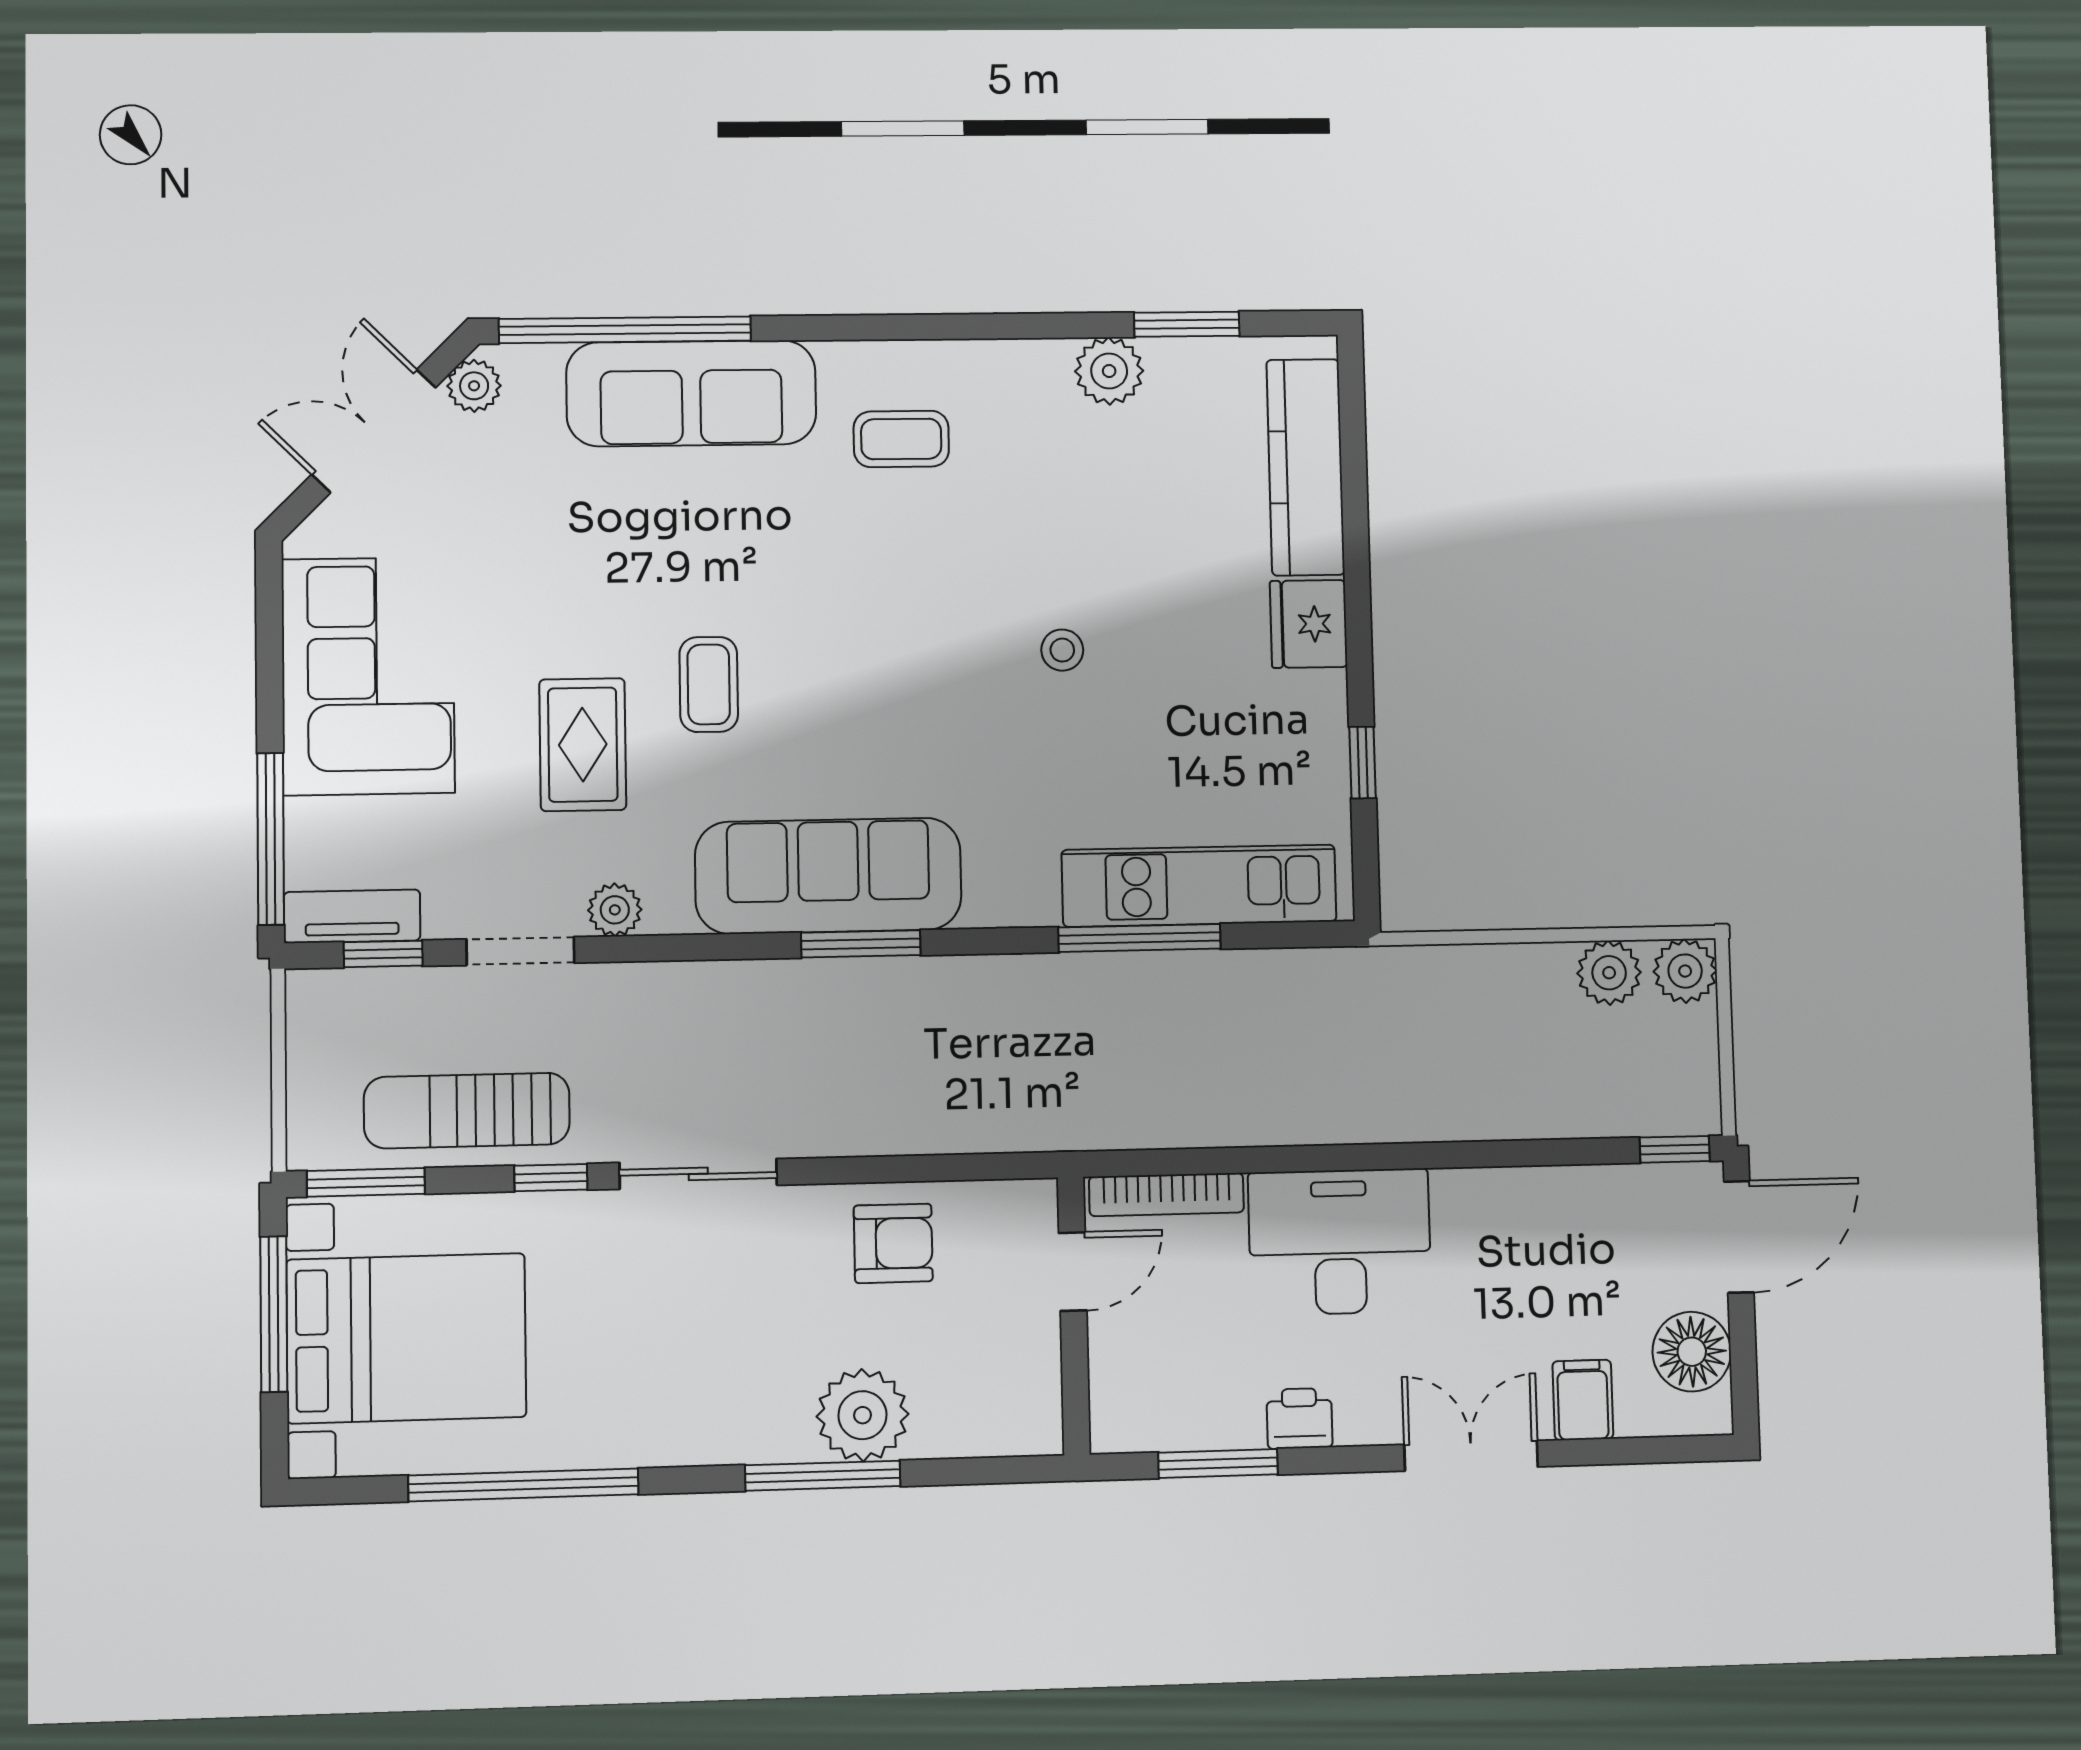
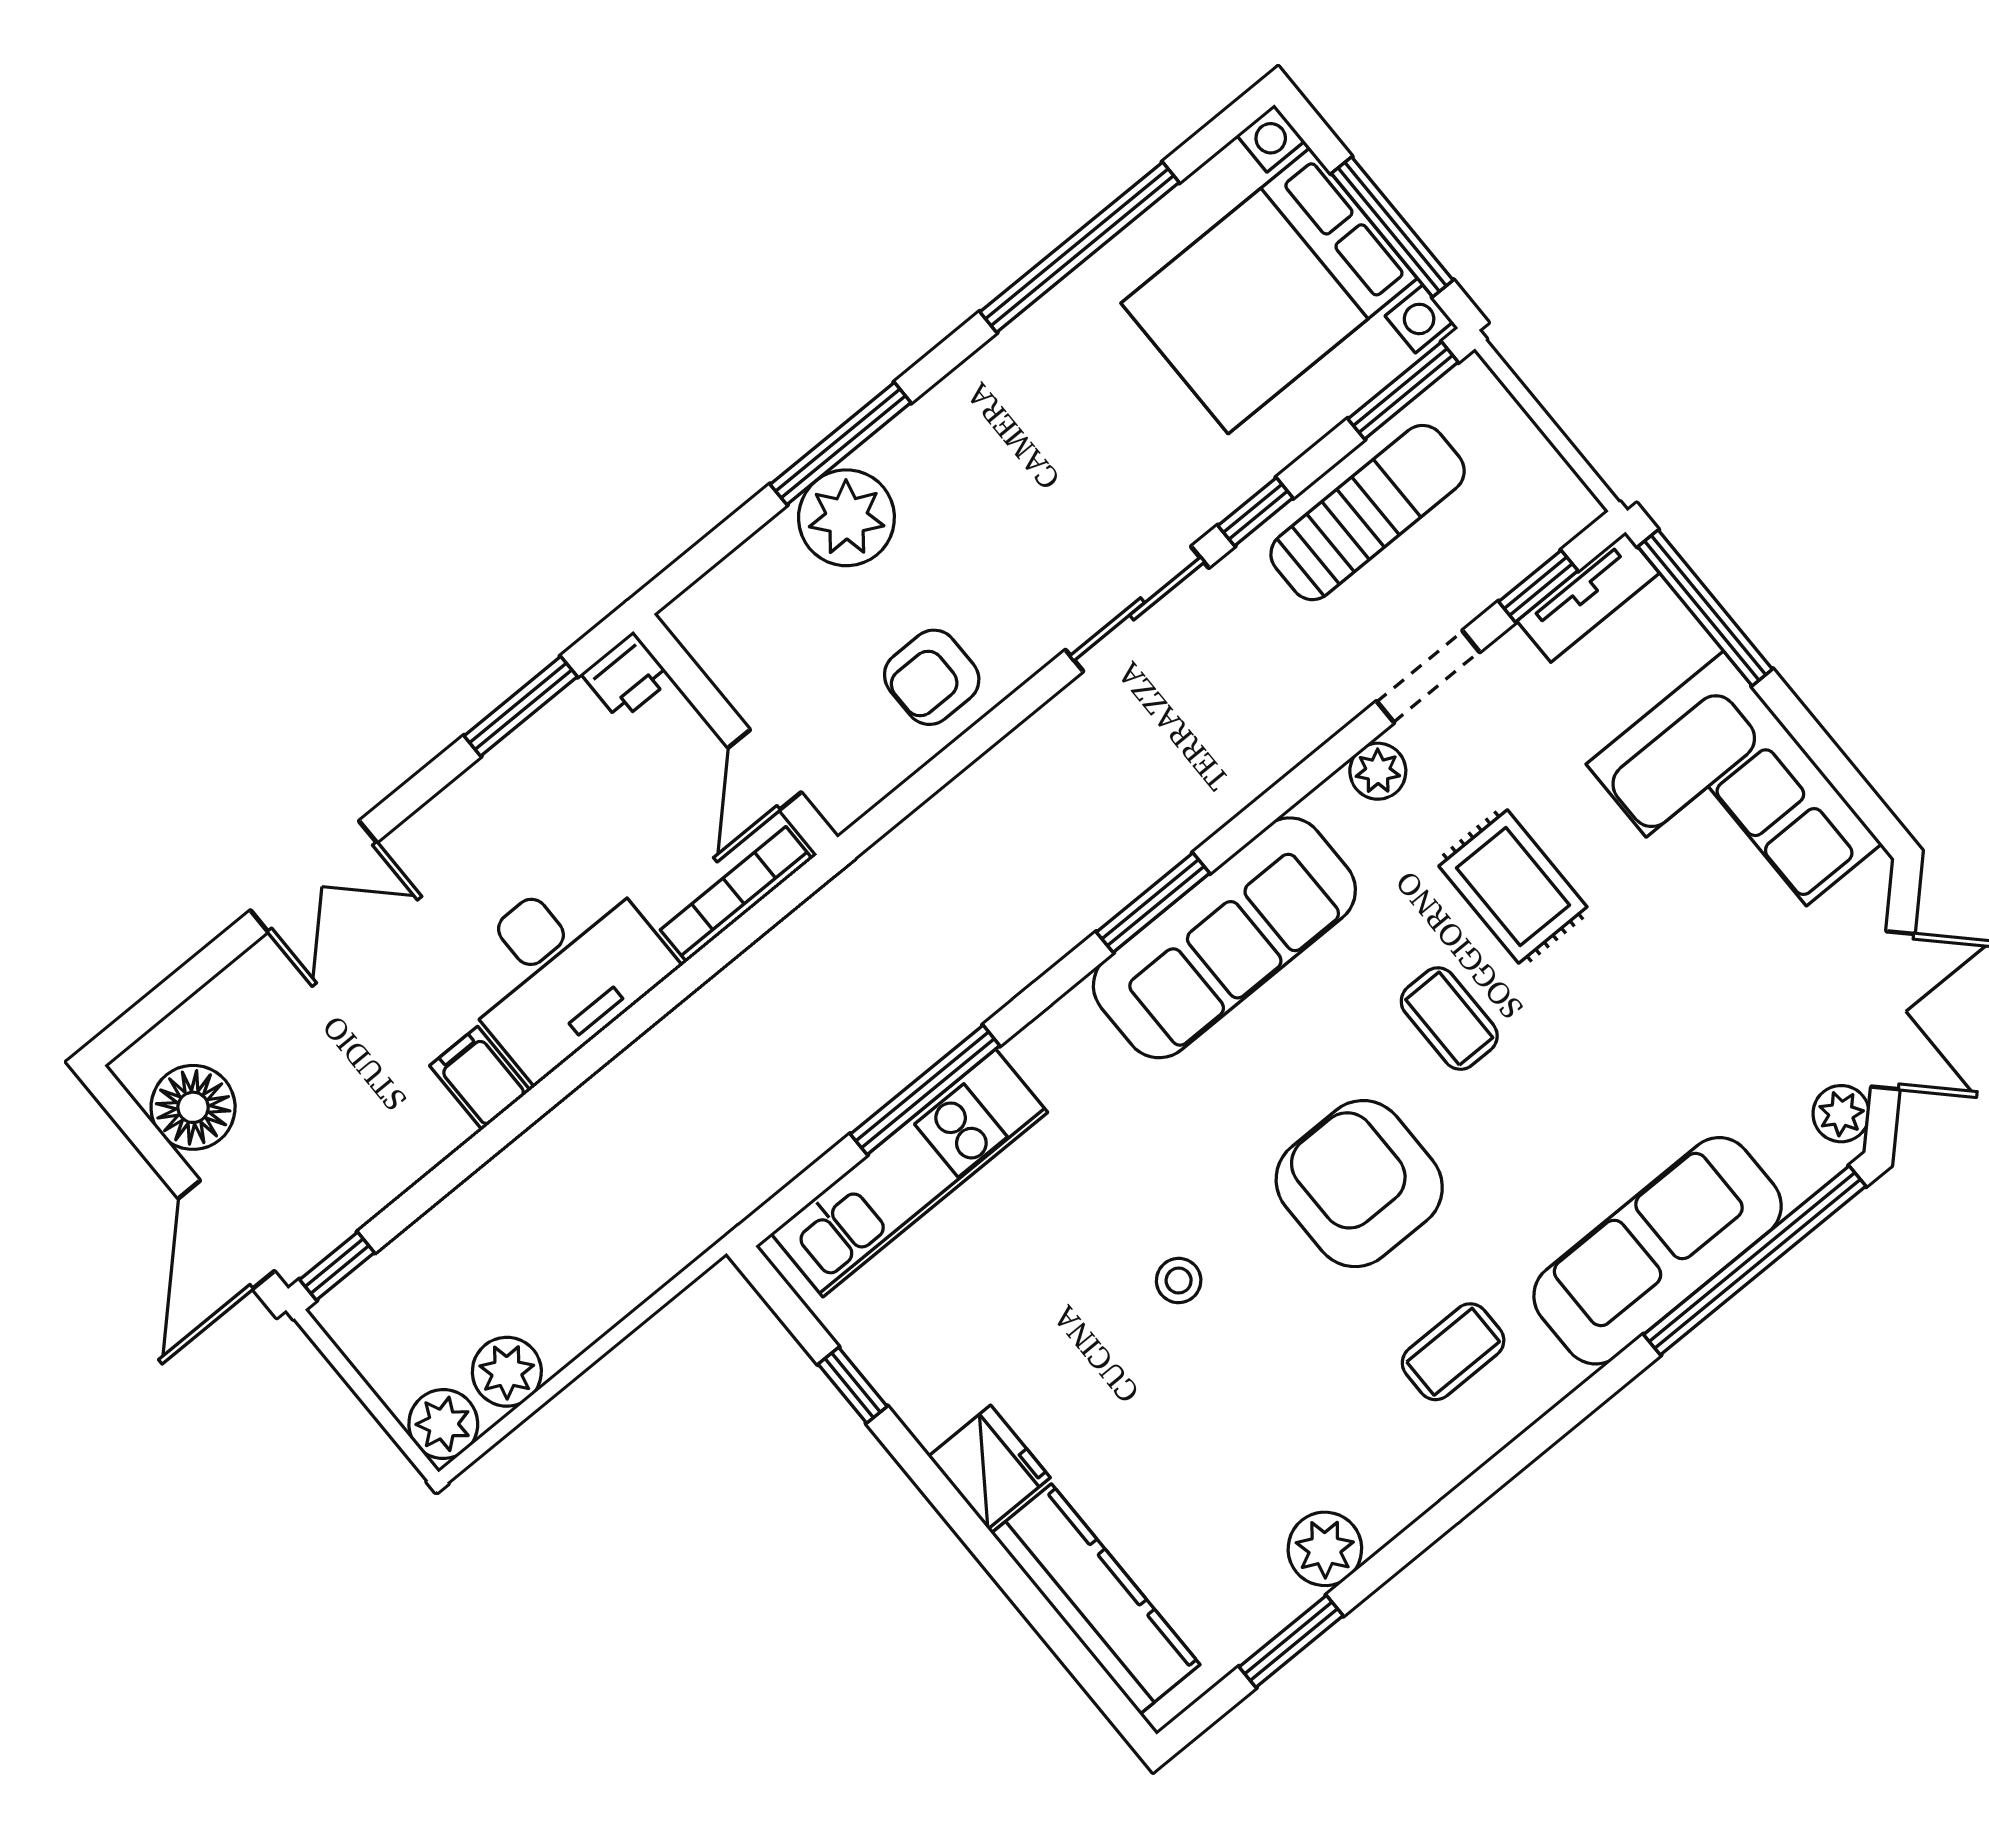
armchair: (873, 616) -> (1359, 1184), added
filing cabinet: (1583, 1400) -> (480, 1078), moved, turned 180
printer: (1299, 1418) -> (627, 676), moved

